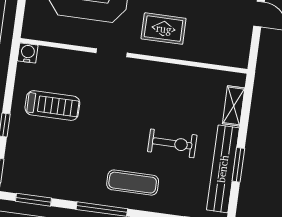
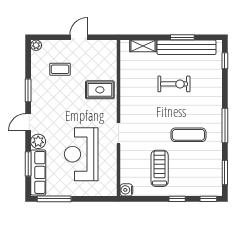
rug: (164, 29) -> (100, 90), moved, turned 90
exercise bike: (172, 143) -> (174, 84), turned 90
exercise mat: (133, 183) -> (188, 135), moved, turned 90

